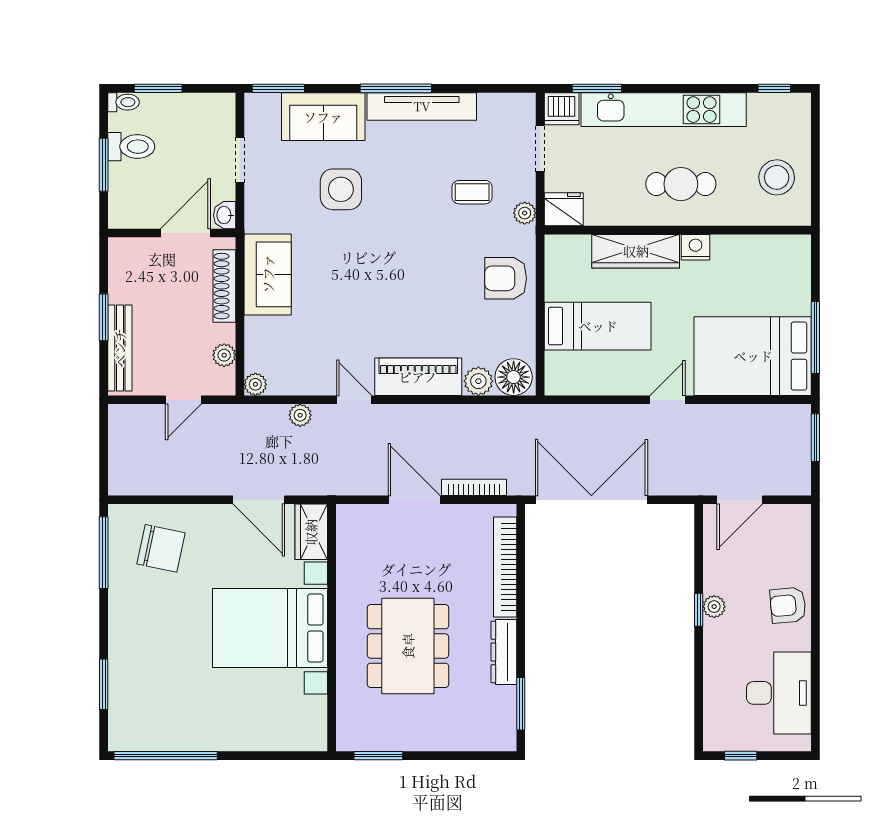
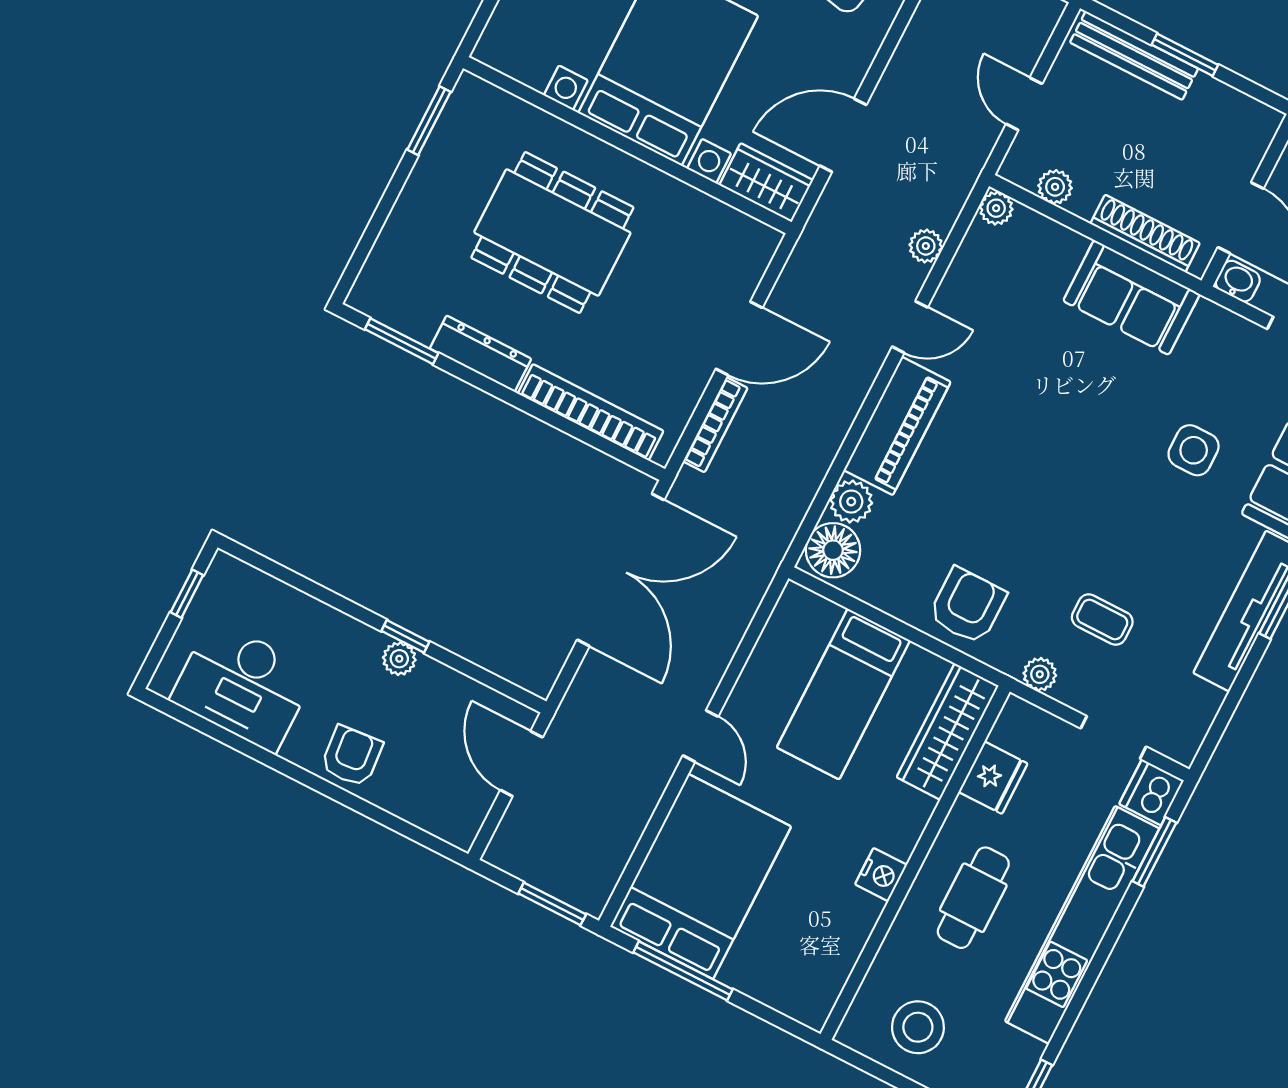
side table: (341, 189) -> (1194, 450), width x0.73, depth x0.73
coffee table: (472, 192) -> (1102, 620), turned 90
fridge: (564, 209) -> (993, 778), moved
wardrobe: (636, 251) -> (948, 732), moved

